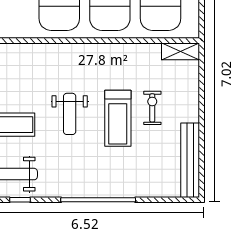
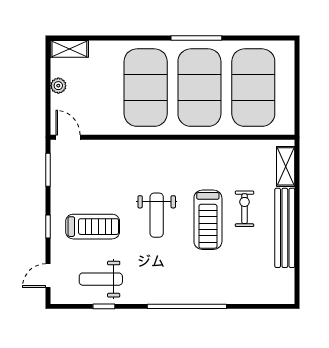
shelving: (181, 51) -> (286, 166), moved, turned 90
bench: (190, 160) -> (285, 228), moved

